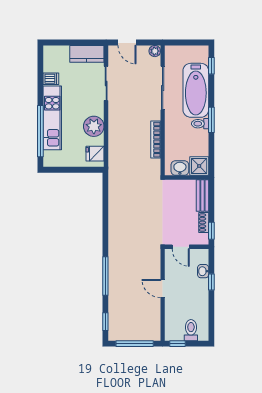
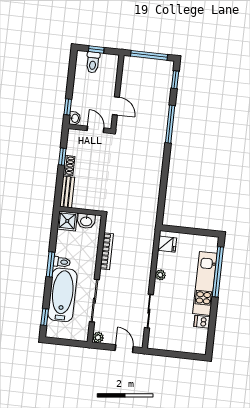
kitchen counter: (87, 54) -> (164, 342), removed
plant: (94, 126) -> (160, 275), width x0.53, depth x0.53
door: (181, 247) -> (96, 129), moved
wall: (187, 247) -> (90, 129), moved
window: (177, 344) -> (96, 49), moved

